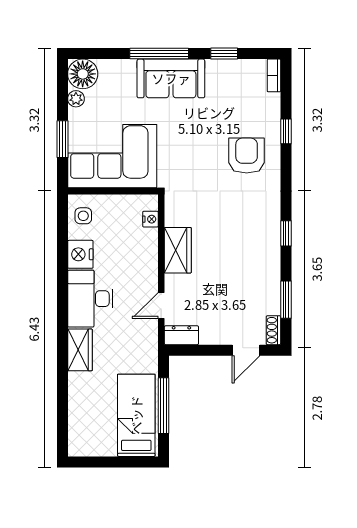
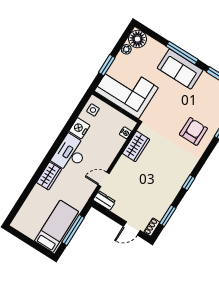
wardrobe: (178, 250) -> (136, 146), moved

